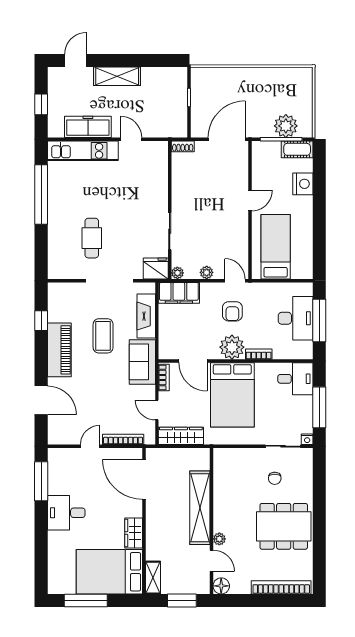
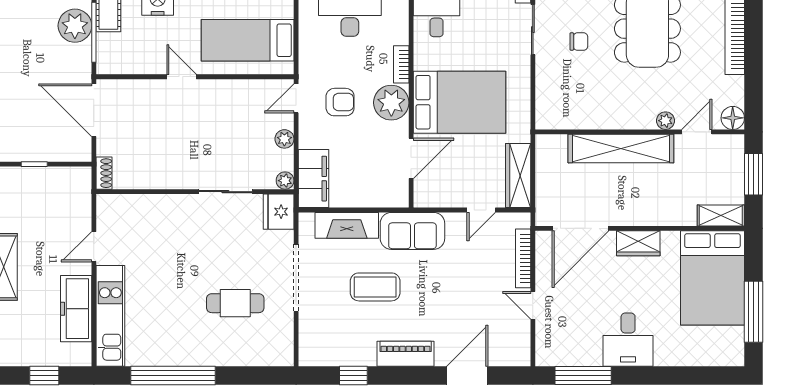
piano: (59, 350) -> (406, 354), width x0.73, depth x0.75
bookcase: (164, 378) -> (435, 200), removed
wardrobe: (134, 533) -> (638, 243), moved

